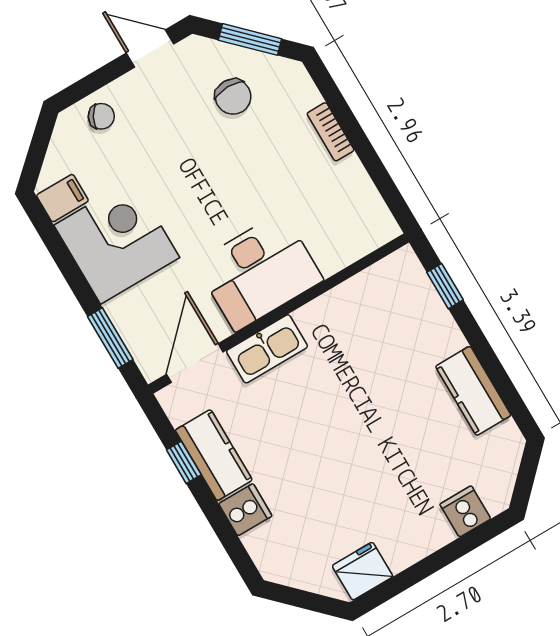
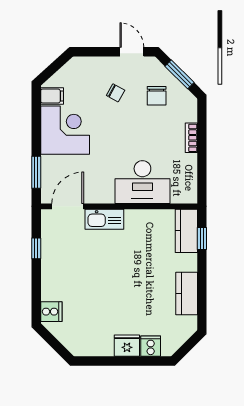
chair: (101, 116) -> (116, 93), moved
desk: (259, 272) -> (142, 182), moved
kitchen counter: (214, 455) -> (186, 231), moved, turned 180
cooker: (245, 510) -> (51, 312), moved
fridge: (363, 571) -> (127, 346), moved

